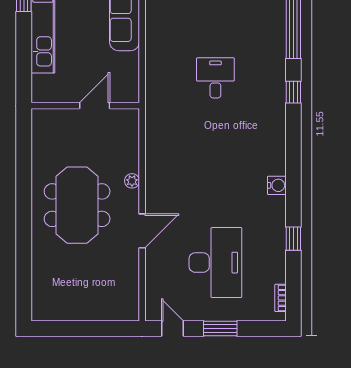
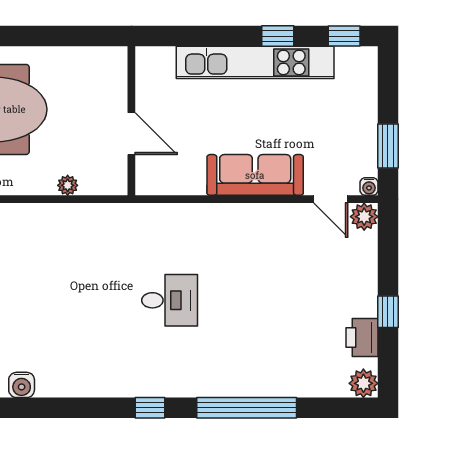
plant: (132, 181) -> (68, 185), moved

